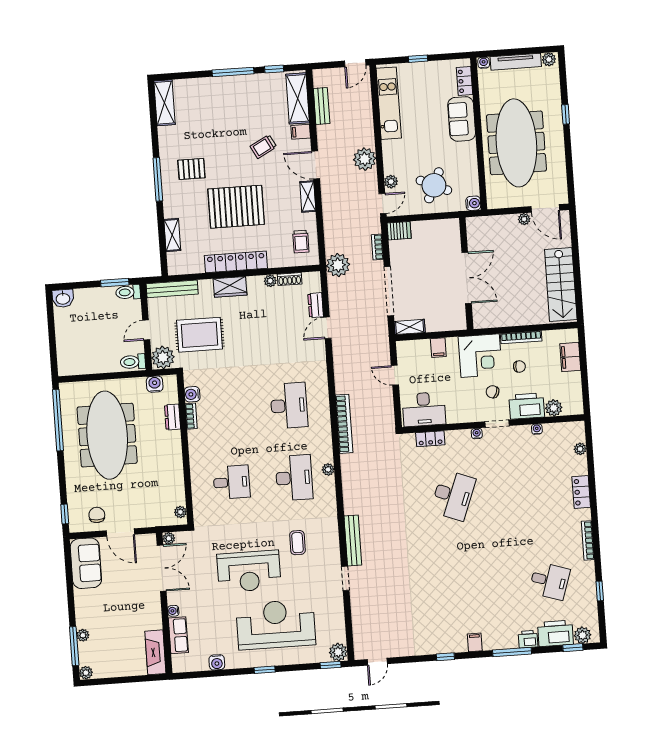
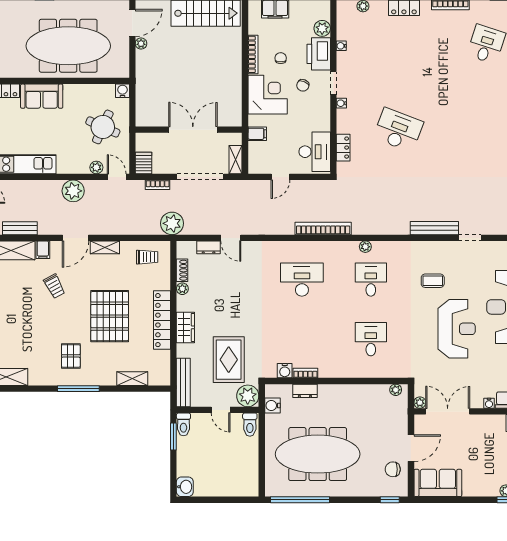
wall: (466, 273) -> (189, 130), moved
double door: (467, 278) -> (193, 130), moved
desk: (294, 478) -> (371, 280), width x0.73

